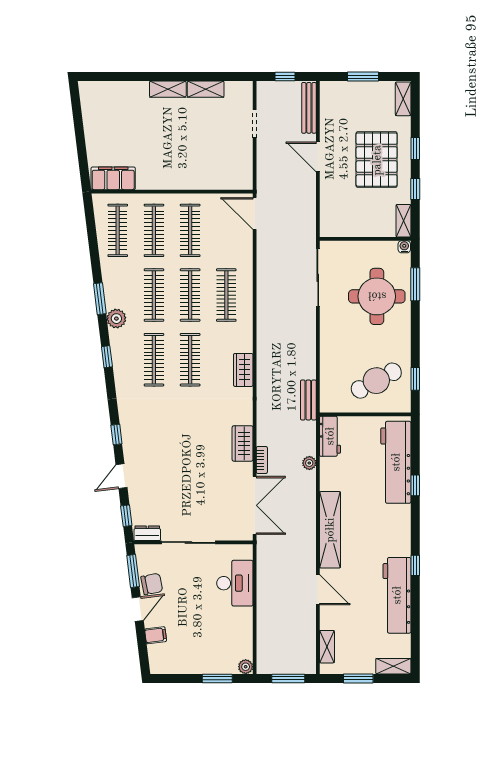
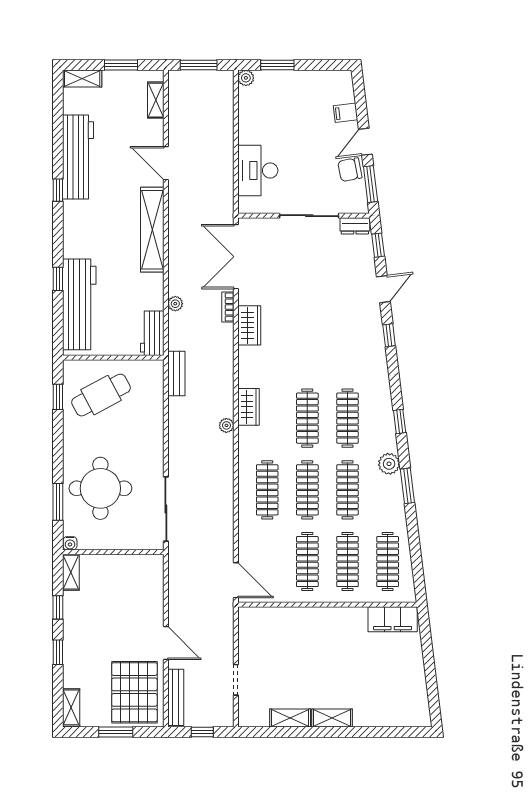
pallet: (377, 160) -> (134, 692), moved
plant: (263, 353) -> (226, 425), added

